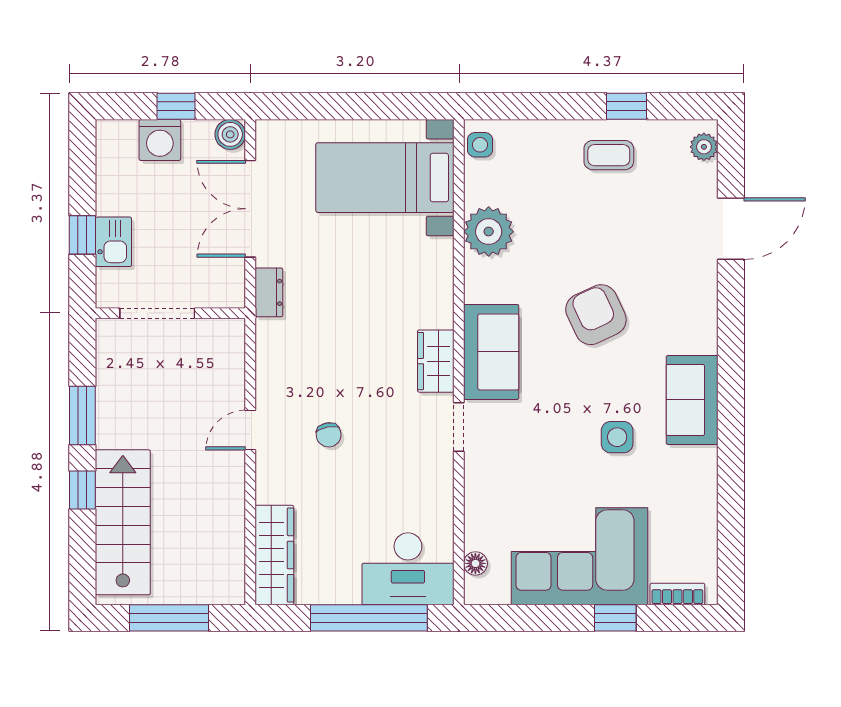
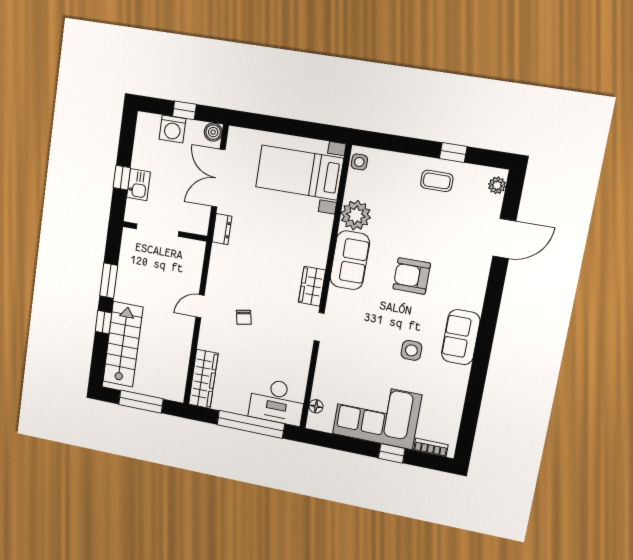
armchair: (596, 315) -> (412, 276), turned -65
sofa: (491, 352) -> (350, 260), moved

